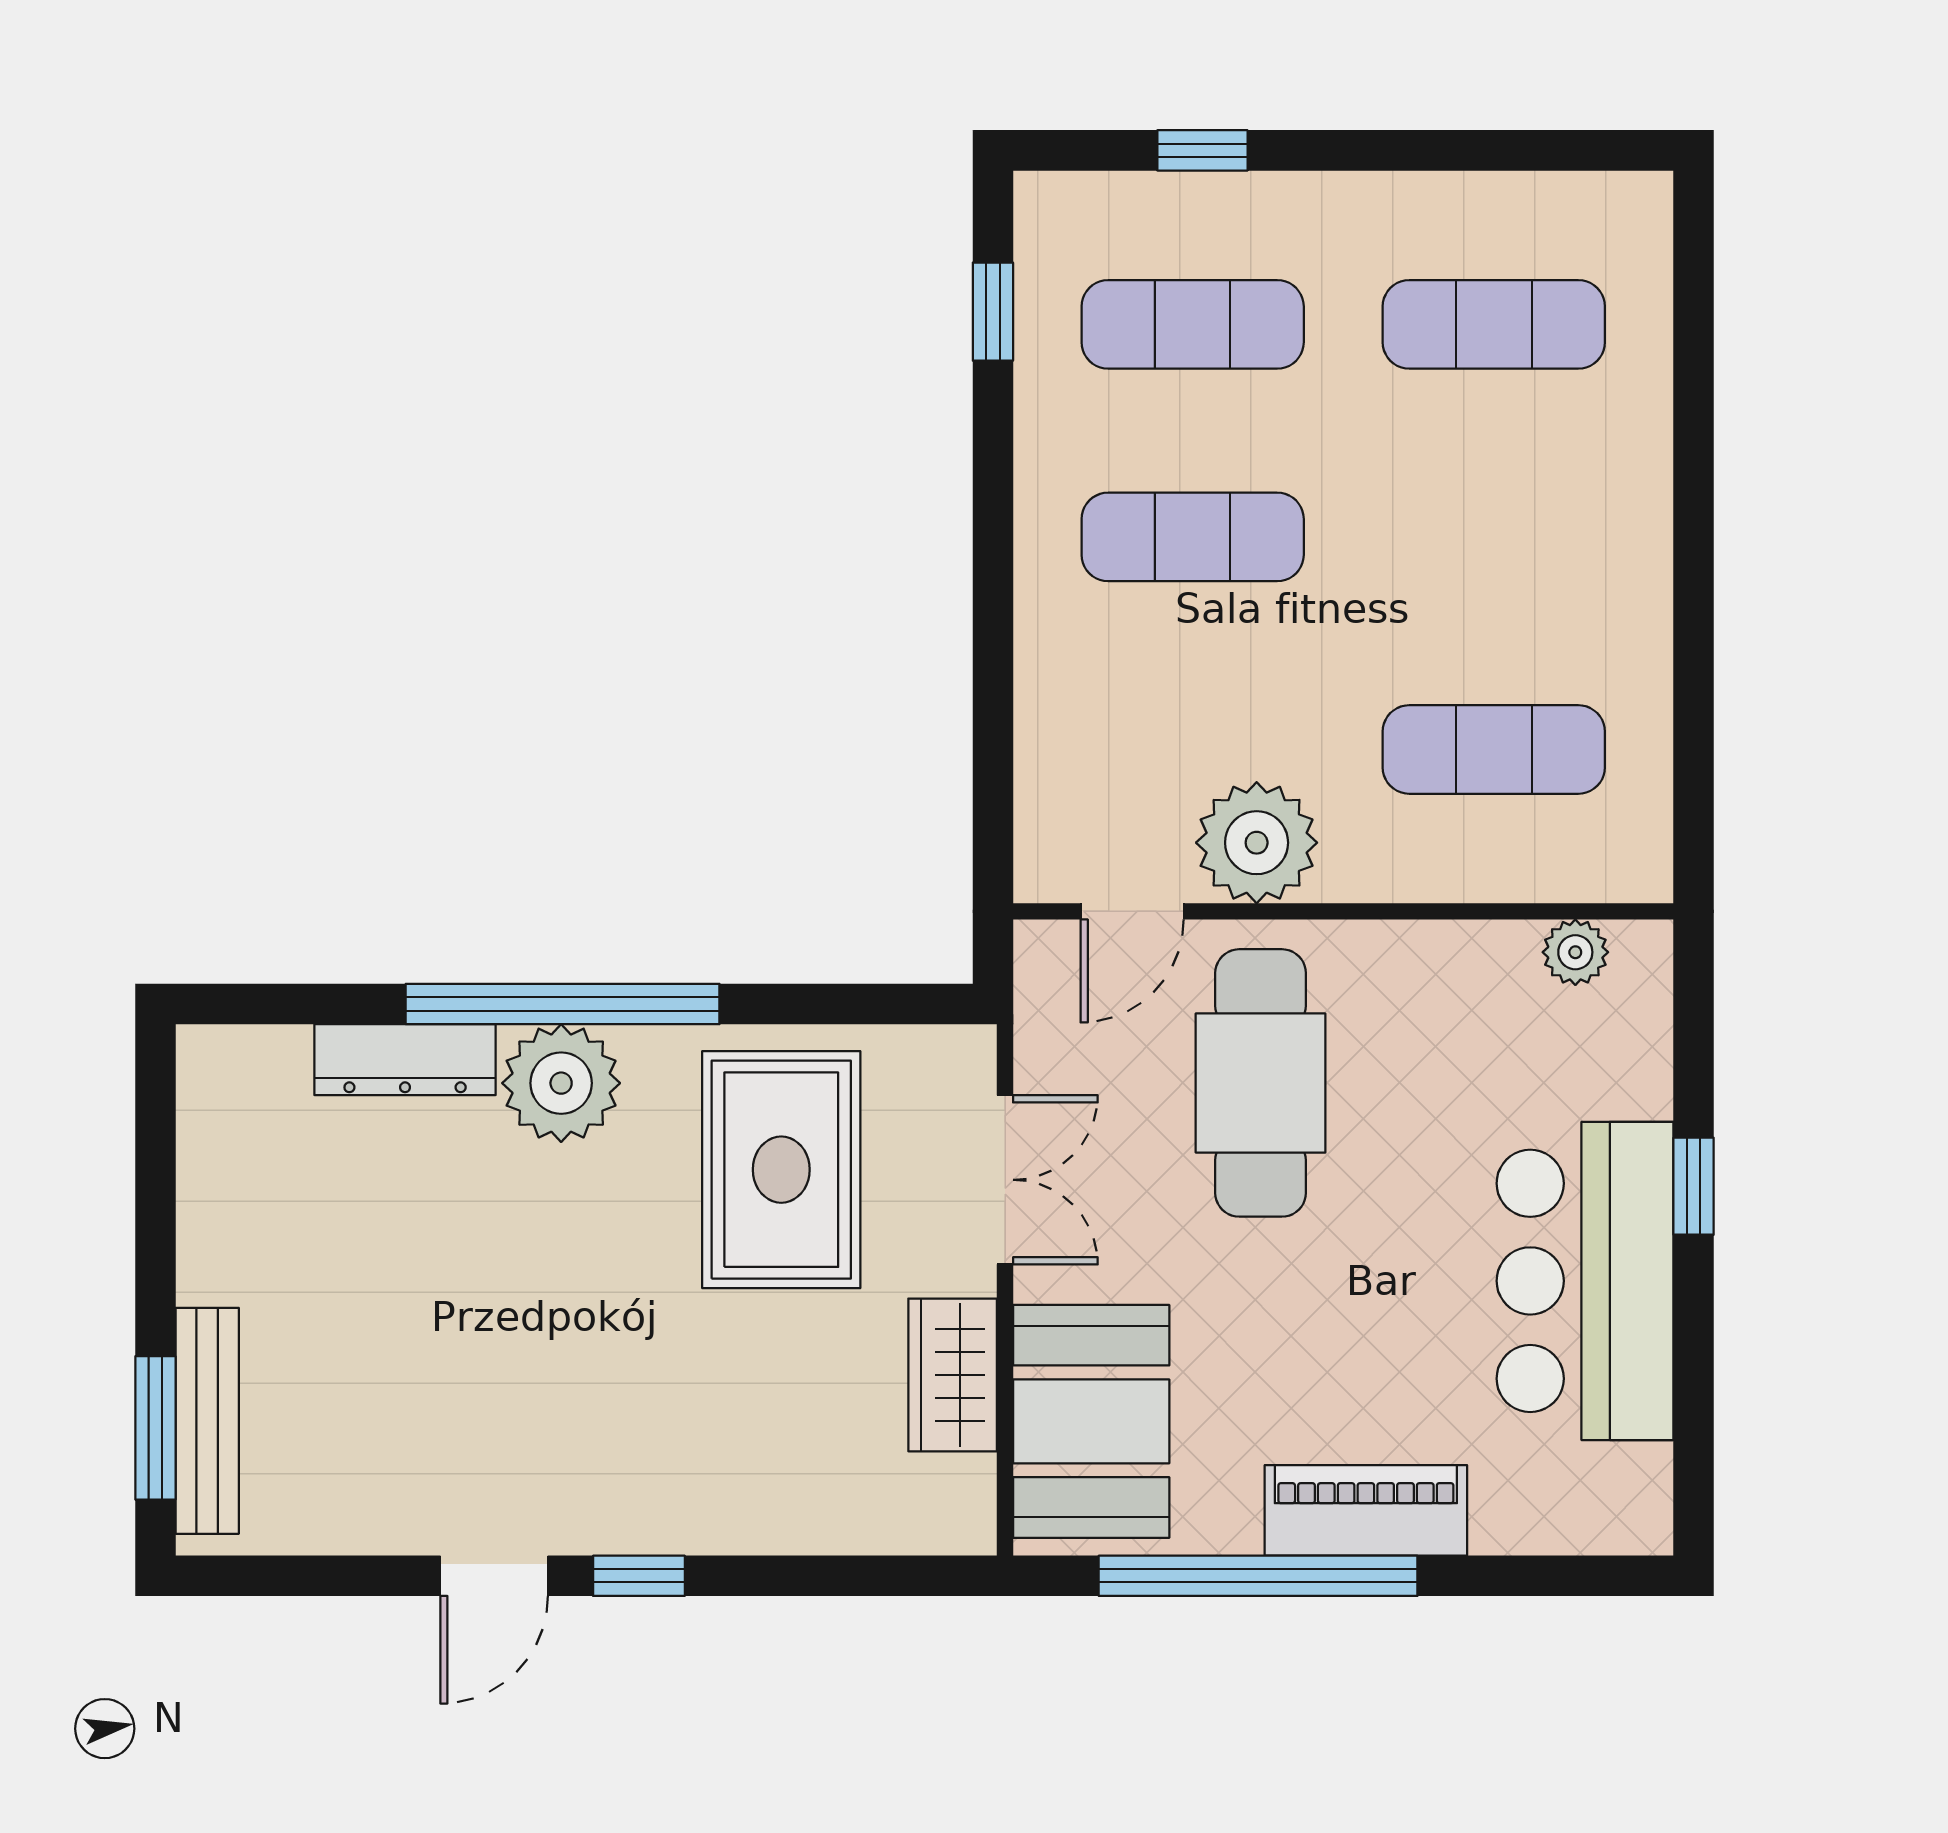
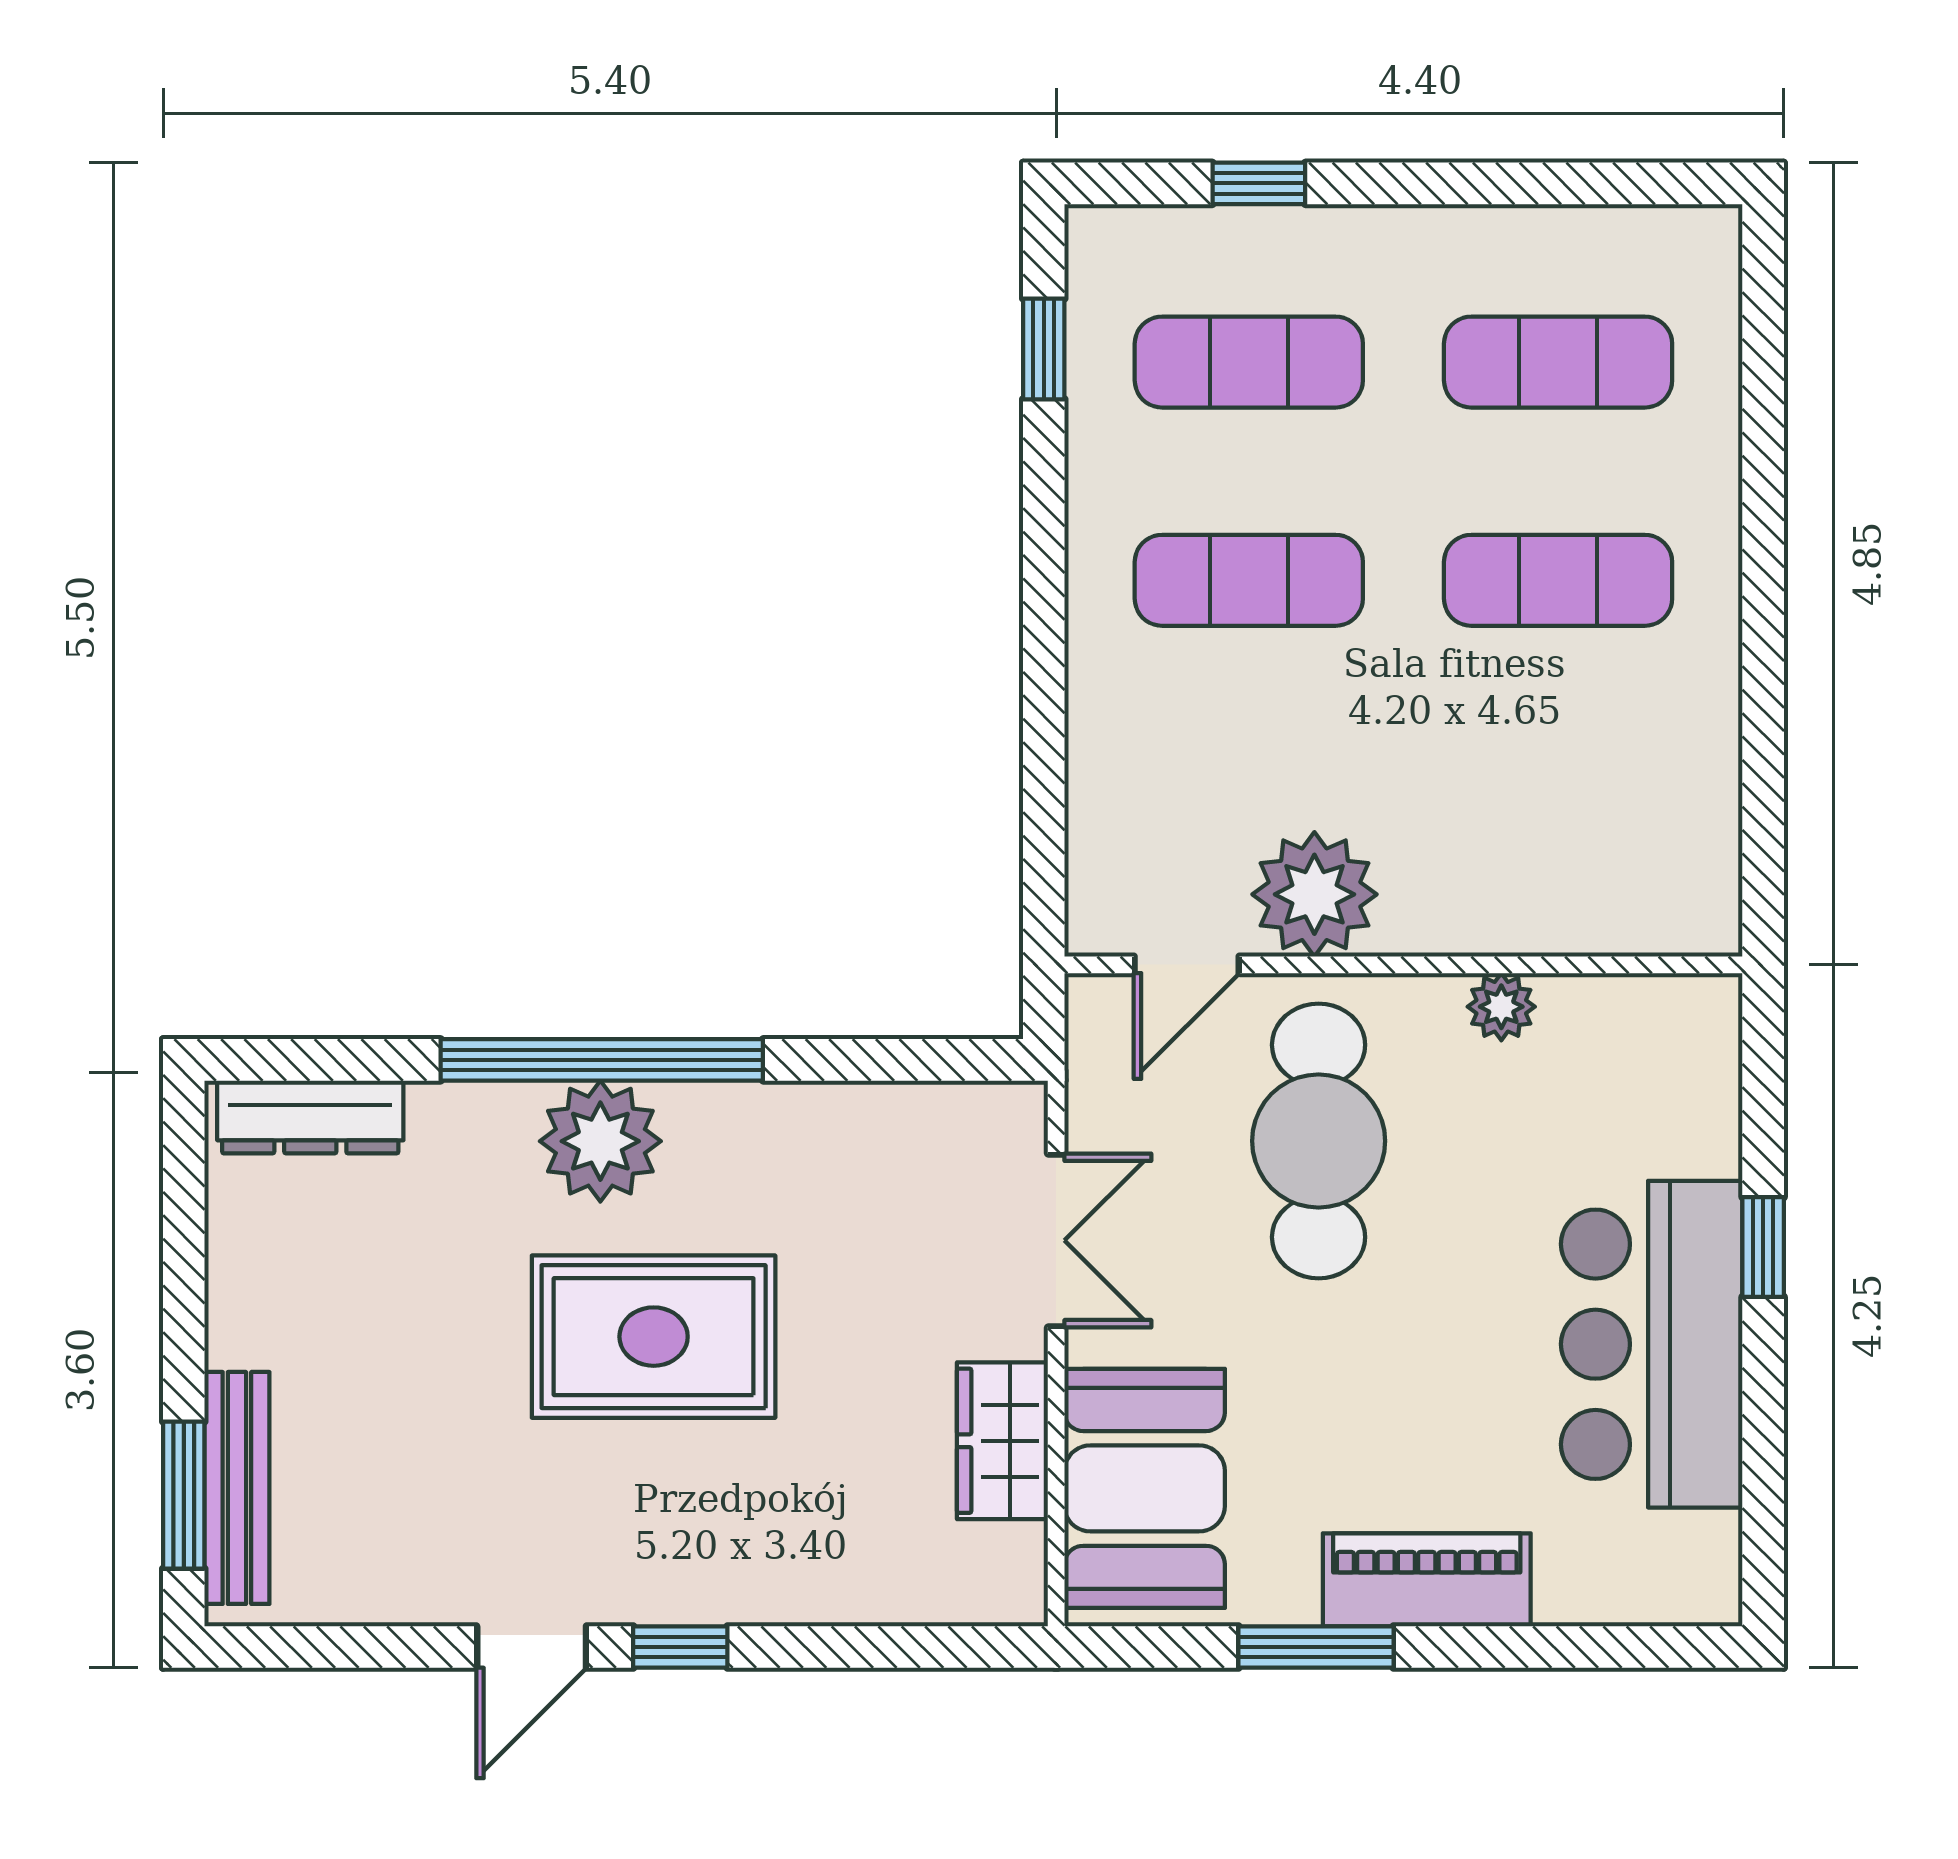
exercise mat: (1494, 749) -> (1558, 580), moved
plant: (1575, 952) -> (1501, 1007), moved
dresser: (405, 1060) -> (310, 1117), moved
rug: (781, 1170) -> (654, 1337), moved, turned 90
window: (1258, 1576) -> (1316, 1647), width x0.47

